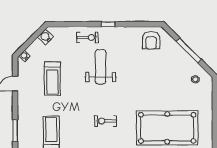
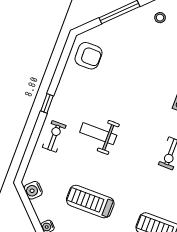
weight bench: (101, 67) -> (98, 134), width x0.73, depth x0.75
treadmill: (52, 79) -> (90, 202), turned 180

